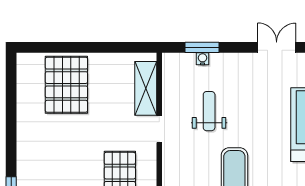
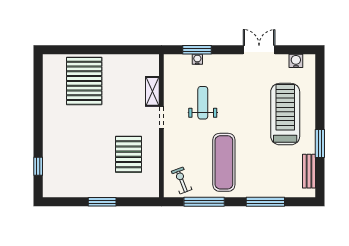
shelving: (146, 88) -> (152, 91), width x0.67, depth x0.75

